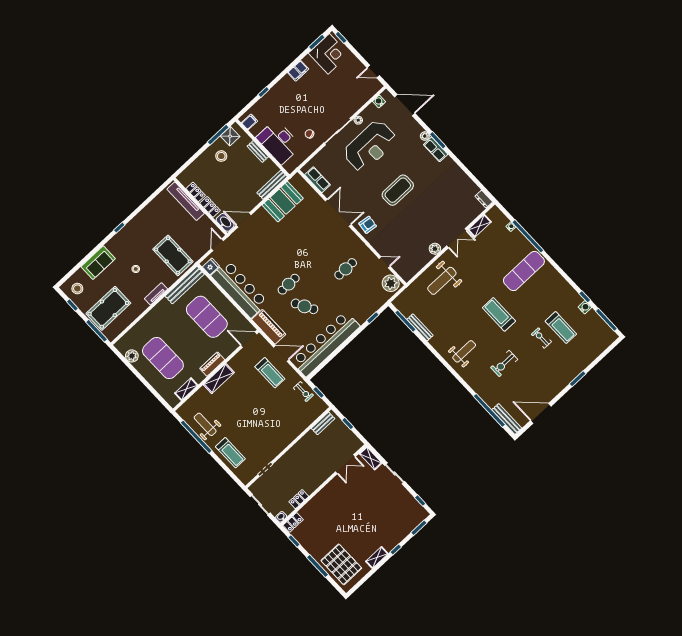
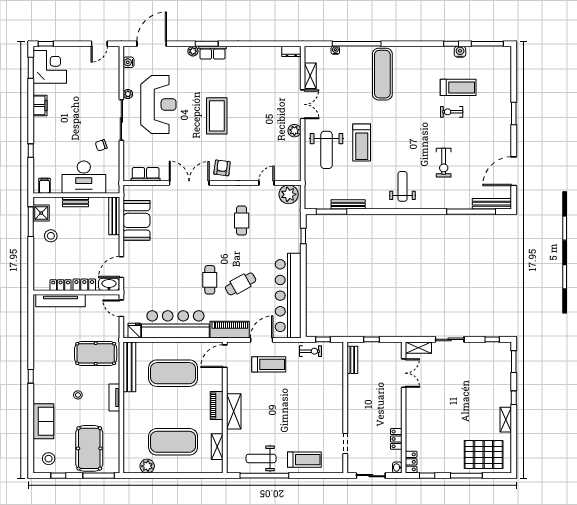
treadmill: (499, 314) -> (362, 143), moved, turned -90

